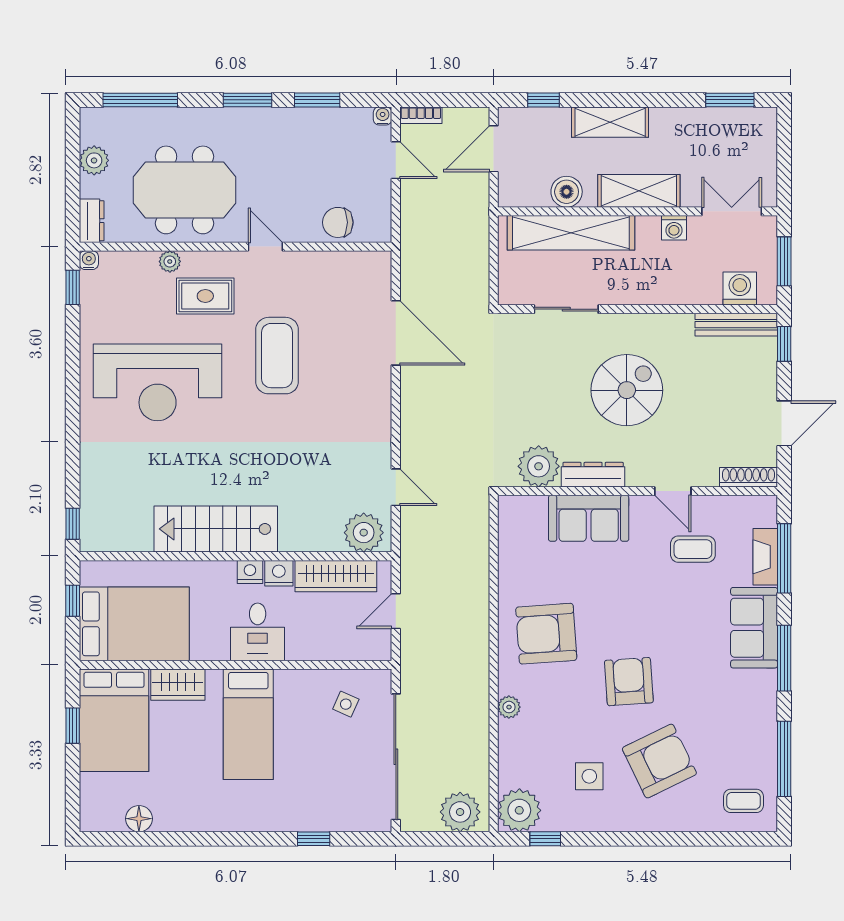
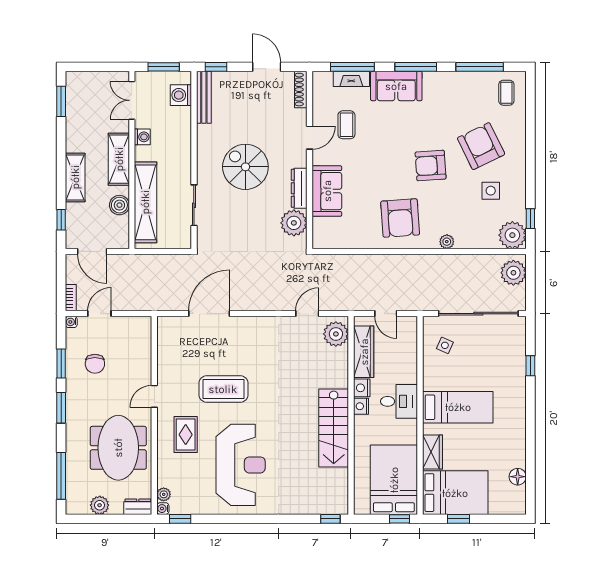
chair: (338, 222) -> (95, 364), moved
plant: (170, 261) -> (164, 494), moved
window: (73, 601) -> (400, 519), moved

